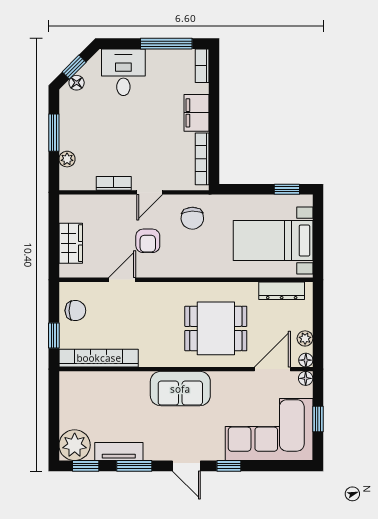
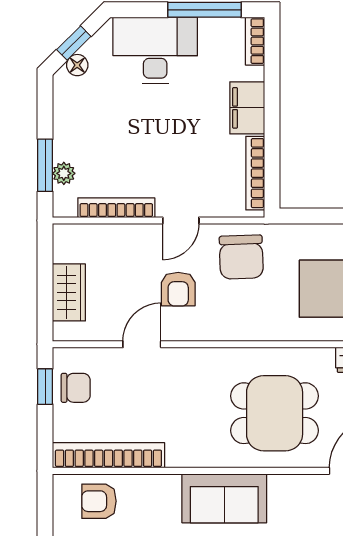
desk: (123, 72) -> (155, 50), width x1.37
window: (54, 133) -> (45, 165), moved
bookcase: (114, 183) -> (116, 208), width x1.56
chair: (192, 218) -> (241, 257), width x1.37, depth x1.37
window: (54, 335) -> (45, 387), moved
armchair: (92, 391) -> (99, 501), added

